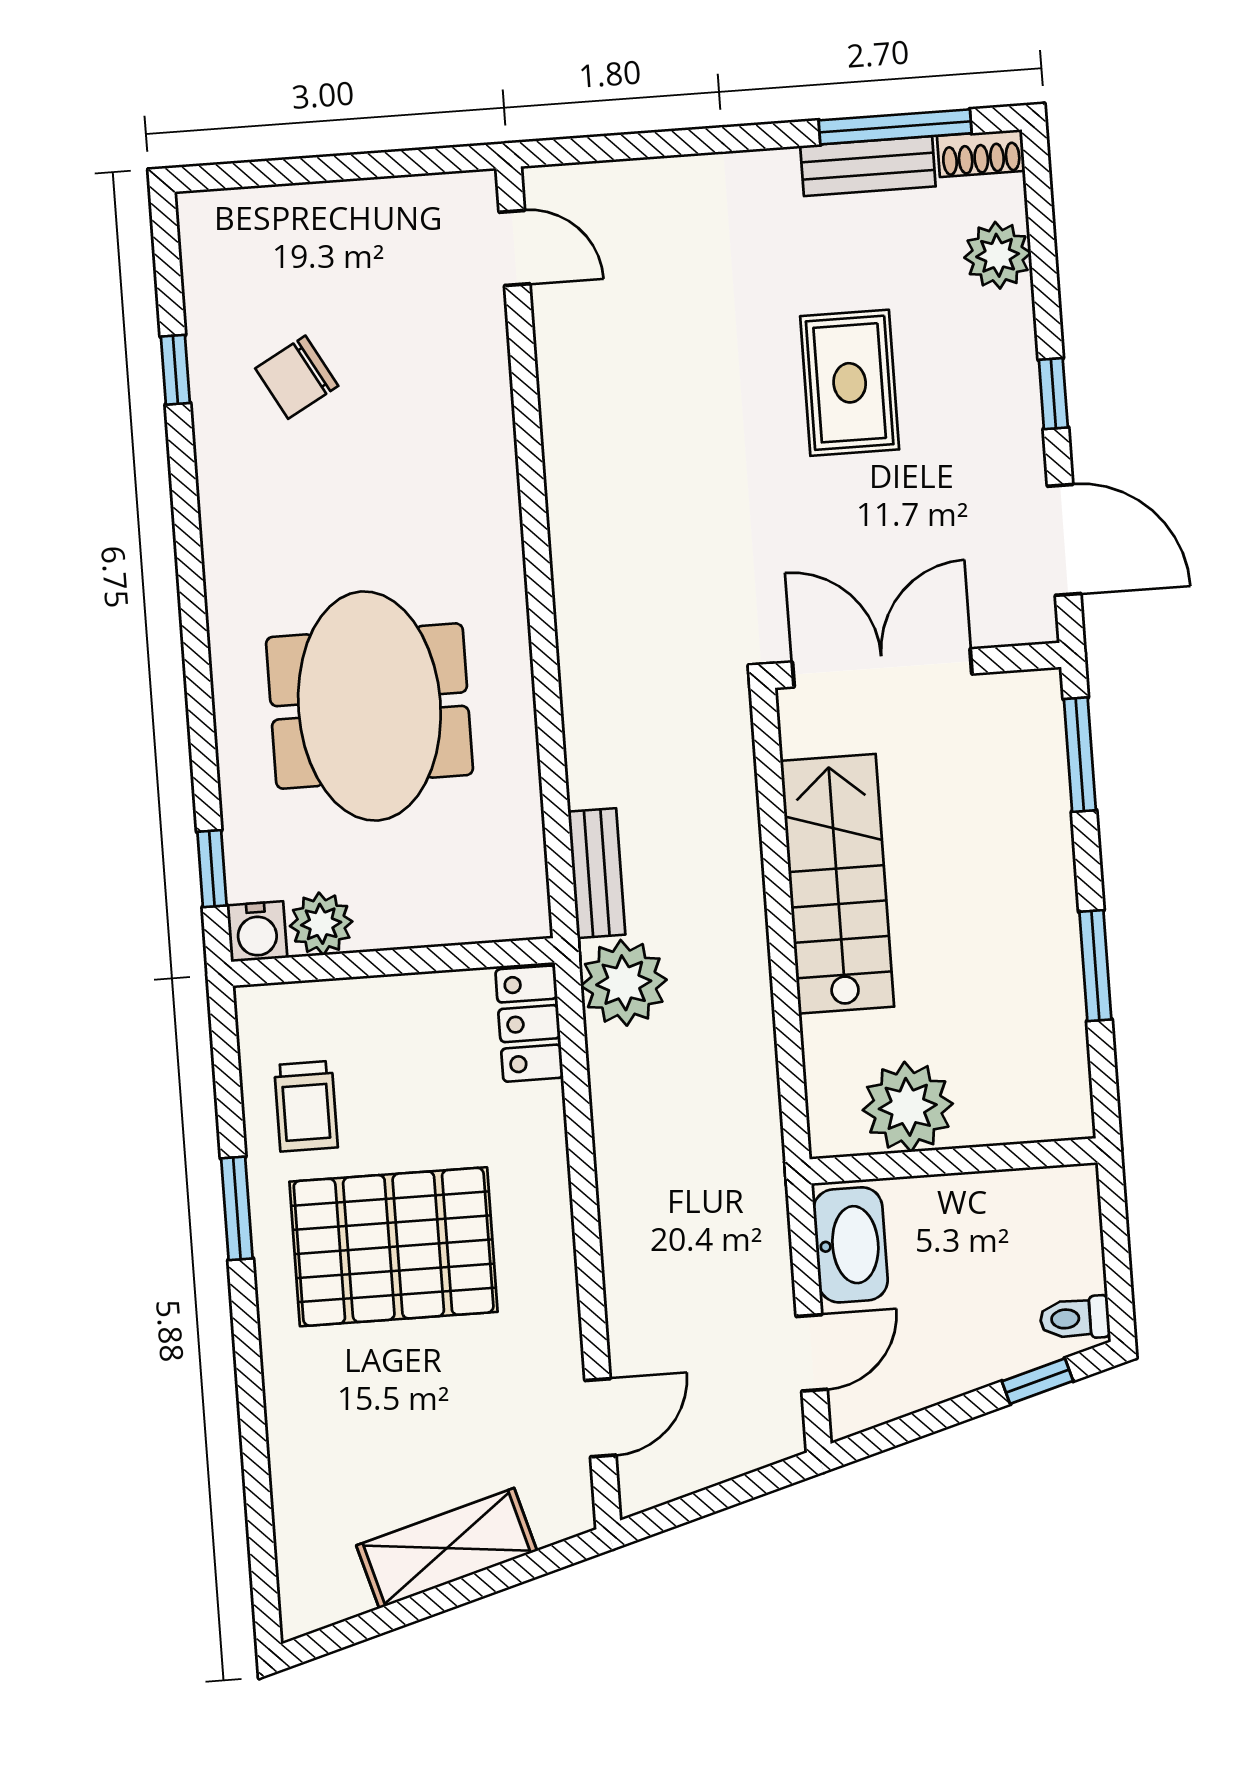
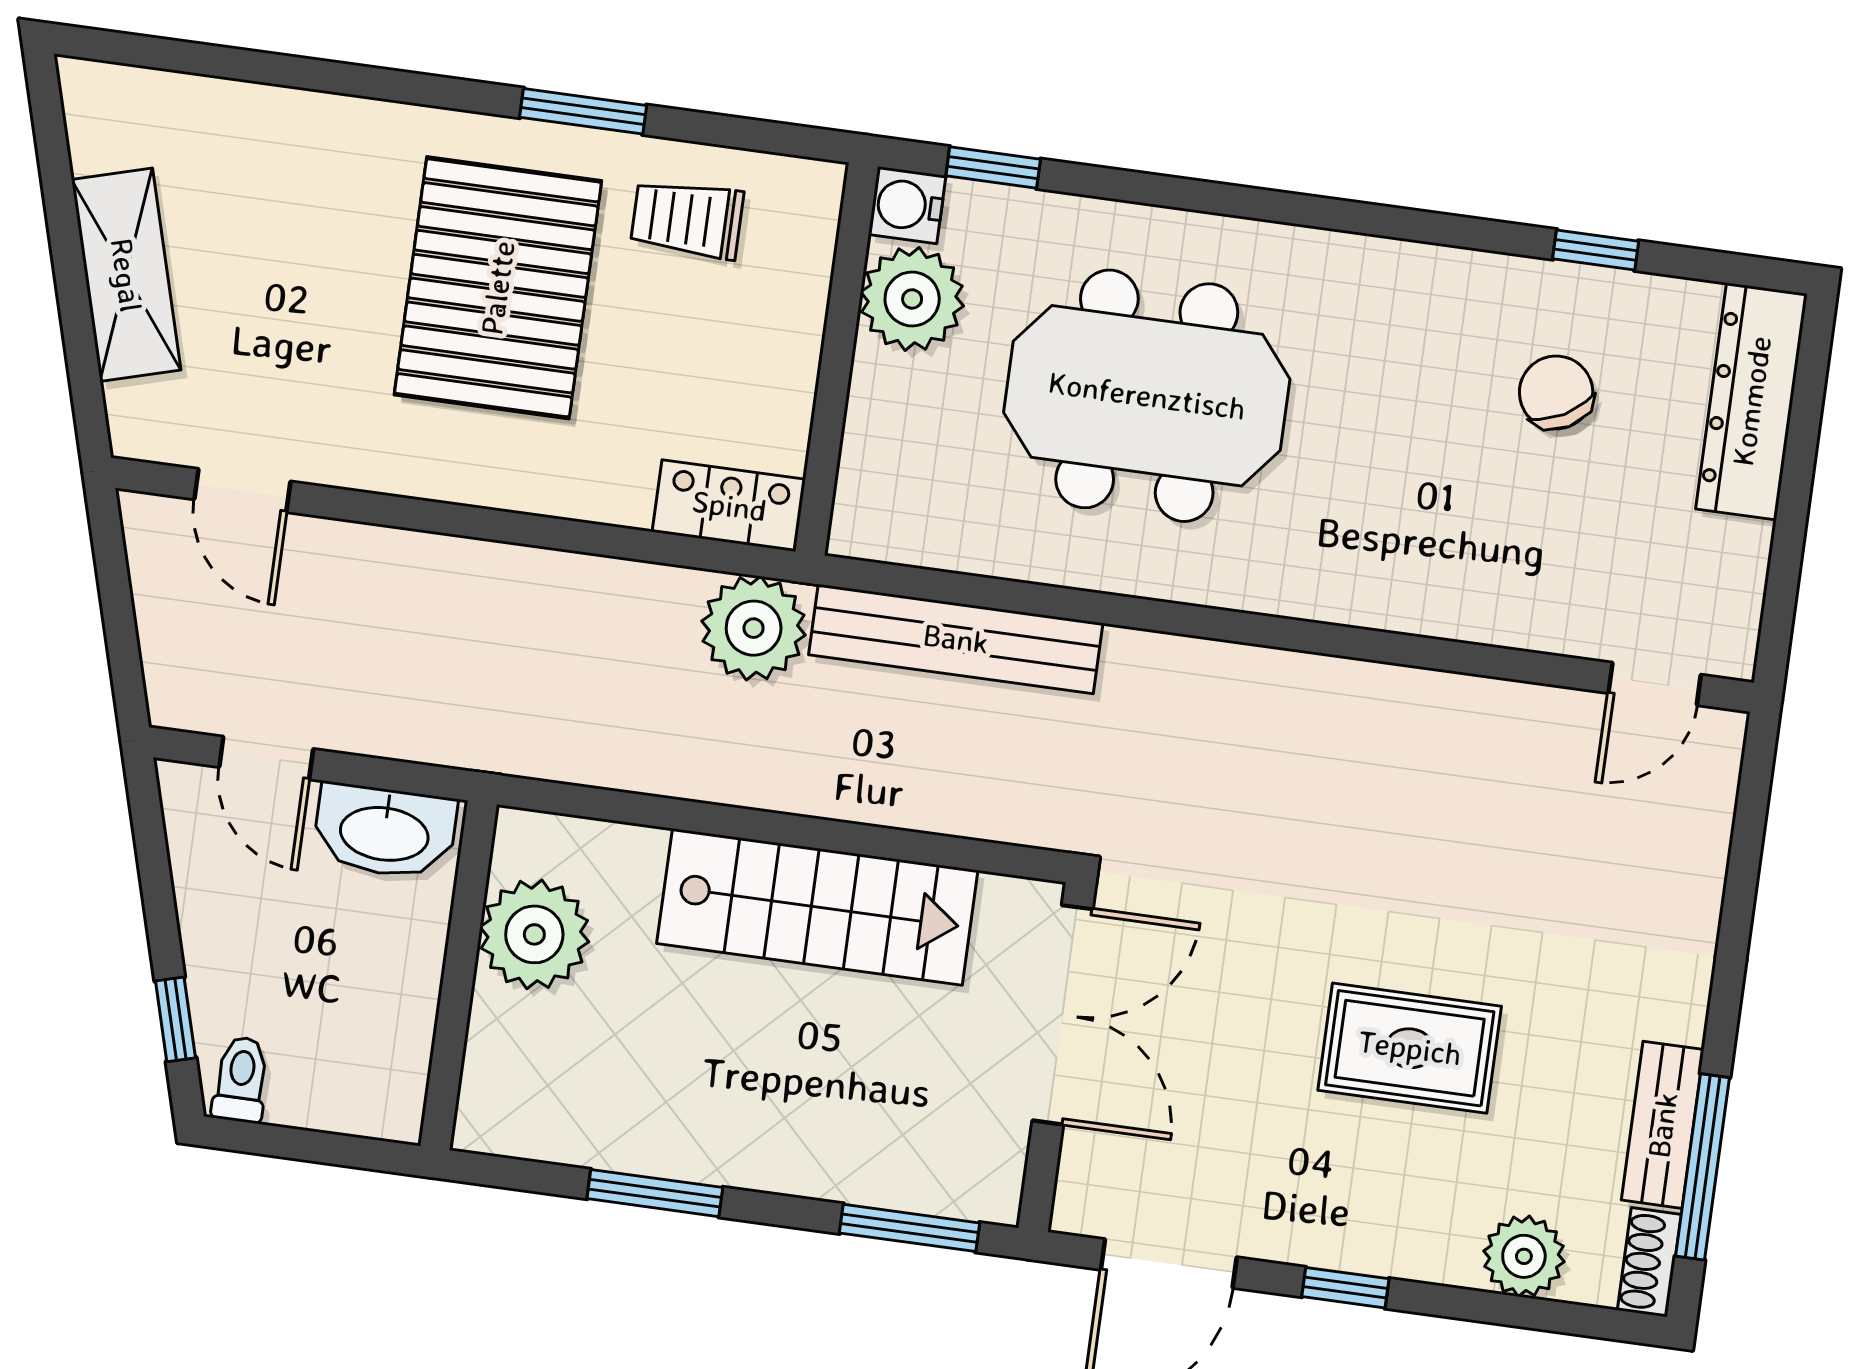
dresser: (270, 218) -> (1752, 401), added
bench: (597, 873) -> (956, 639), width x1.86, depth x1.21
plant: (321, 924) -> (912, 299), width x1.36, depth x1.36

